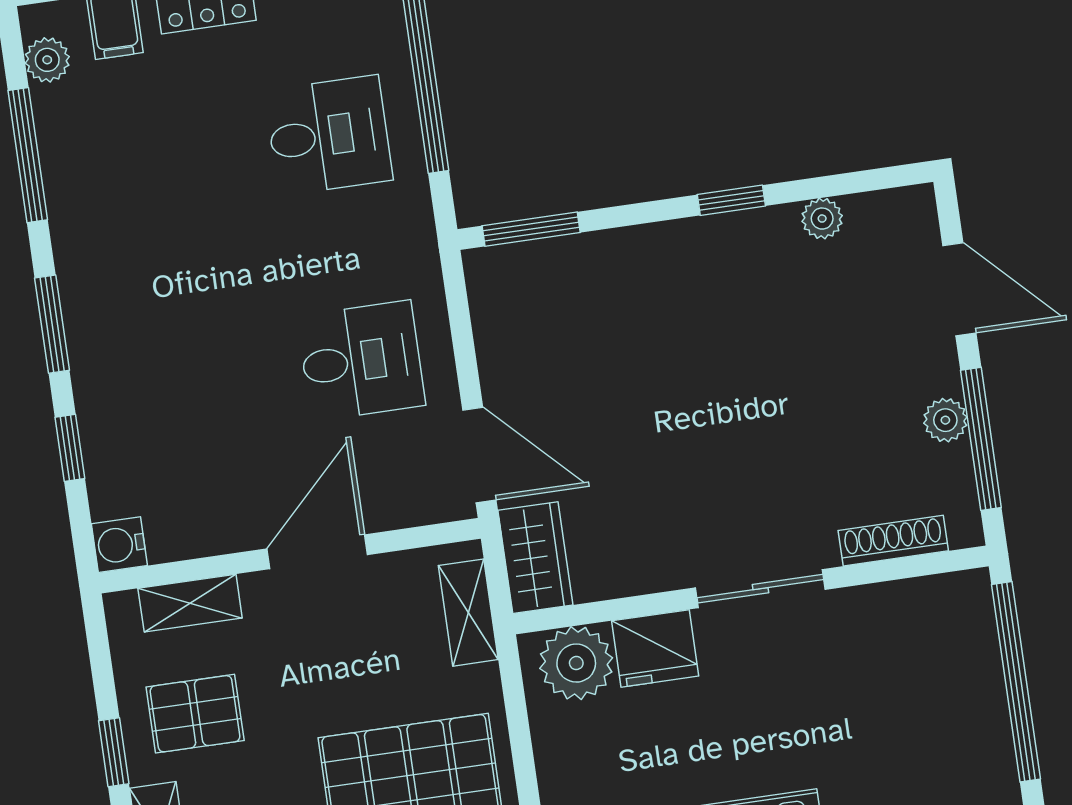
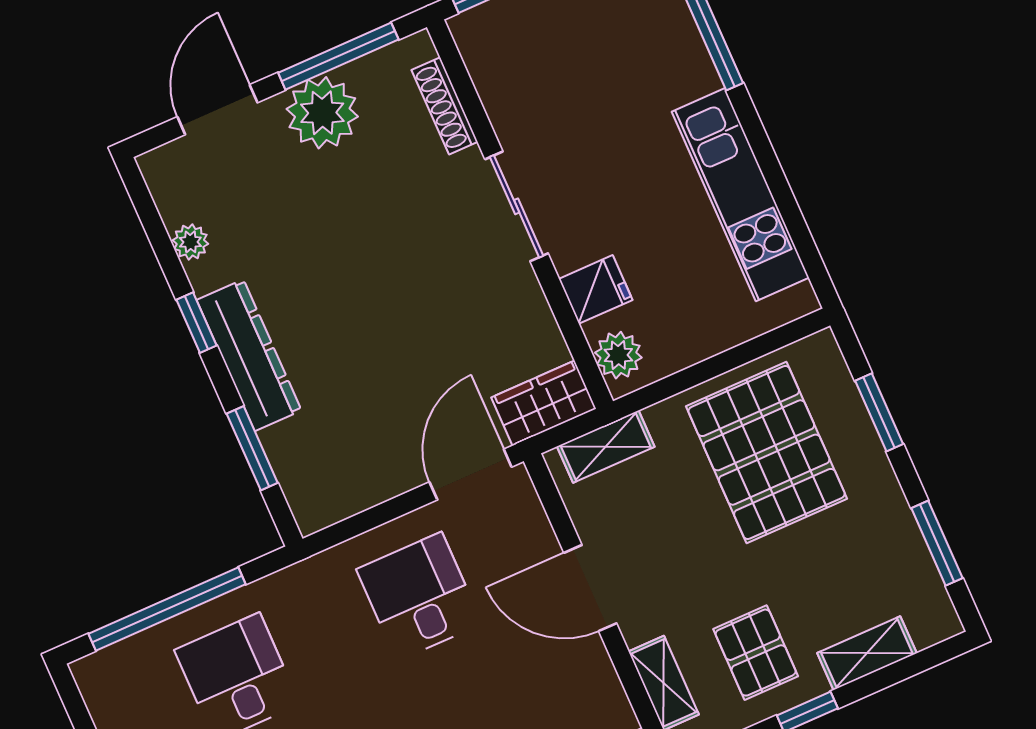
window: (531, 229) -> (252, 448), moved
dresser: (679, 248) -> (249, 355), added
plant: (945, 420) -> (322, 113), width x1.87, depth x1.87
fridge: (655, 648) -> (596, 289), width x0.72
plant: (576, 663) -> (618, 355), width x0.73, depth x0.73

